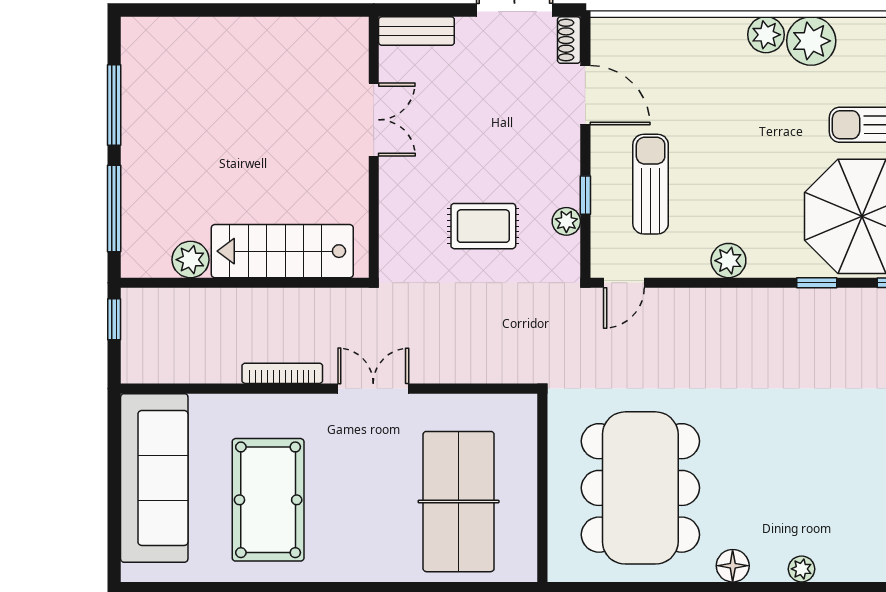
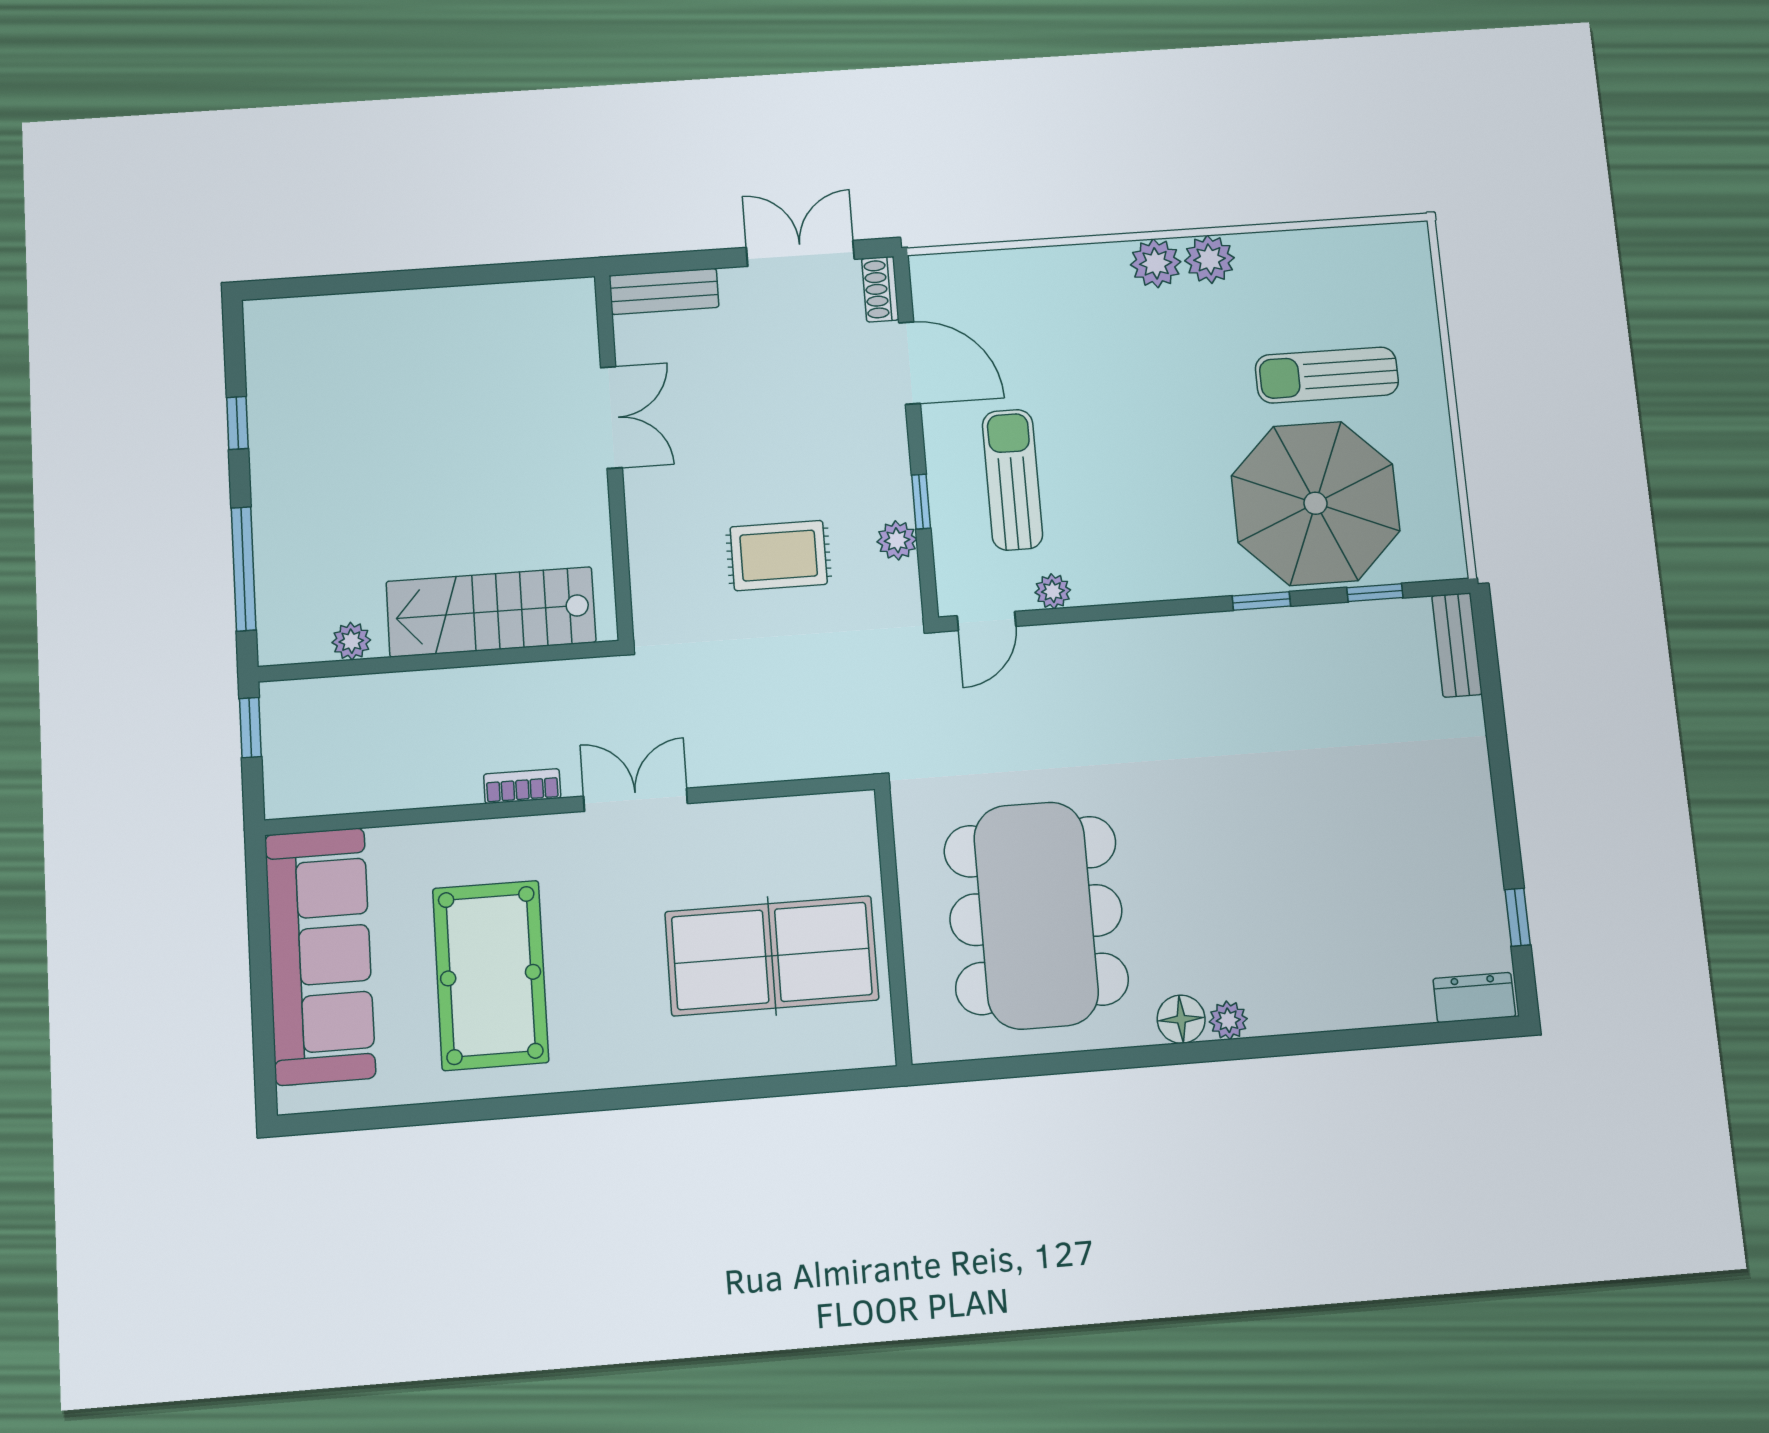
plant: (811, 41) -> (1209, 259), width x0.73, depth x0.73
window: (114, 105) -> (237, 423), width x0.46
plant: (191, 260) -> (351, 641), width x0.73, depth x0.73
plant: (728, 261) -> (1053, 591), moved, width x0.73, depth x0.73
bookcase: (282, 373) -> (522, 786), width x0.64
table tennis table: (459, 502) -> (772, 956), turned 90
plant: (802, 569) -> (1228, 1020), moved

